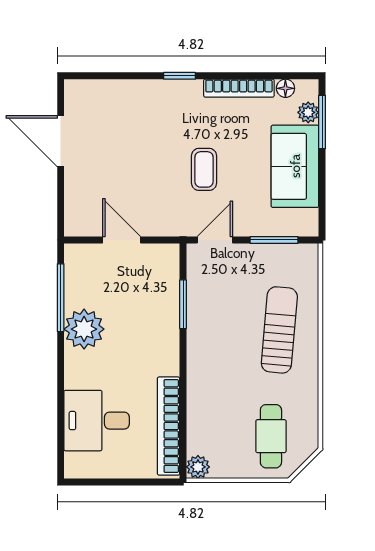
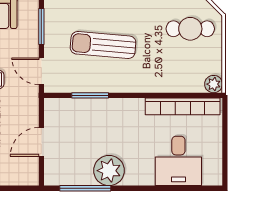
sun lounger: (279, 330) -> (103, 45), moved

